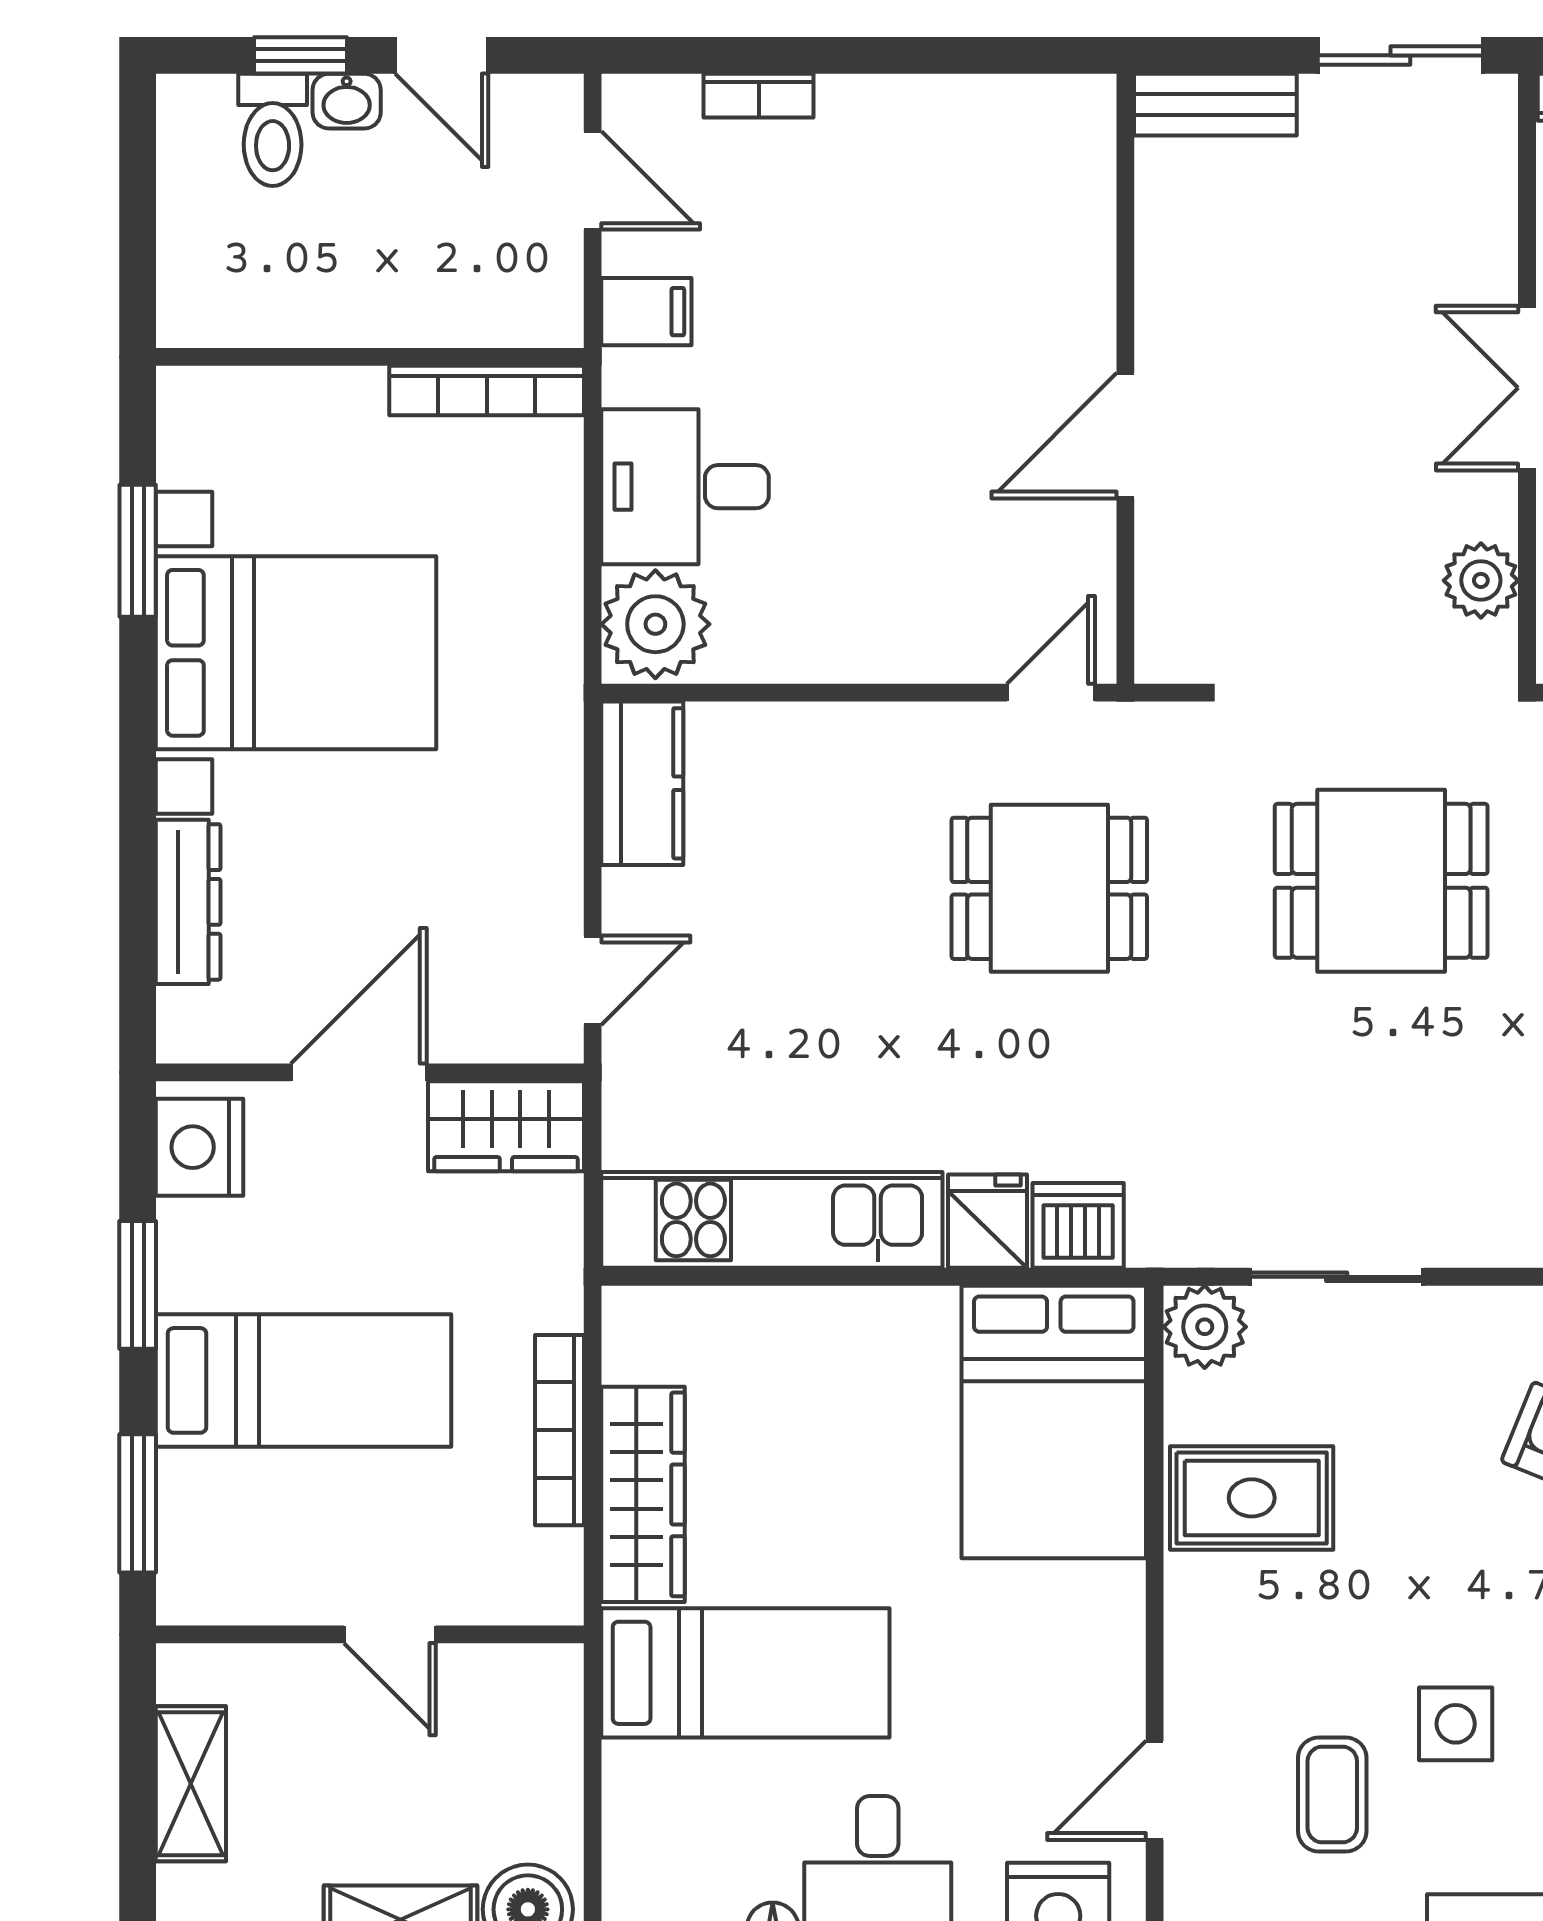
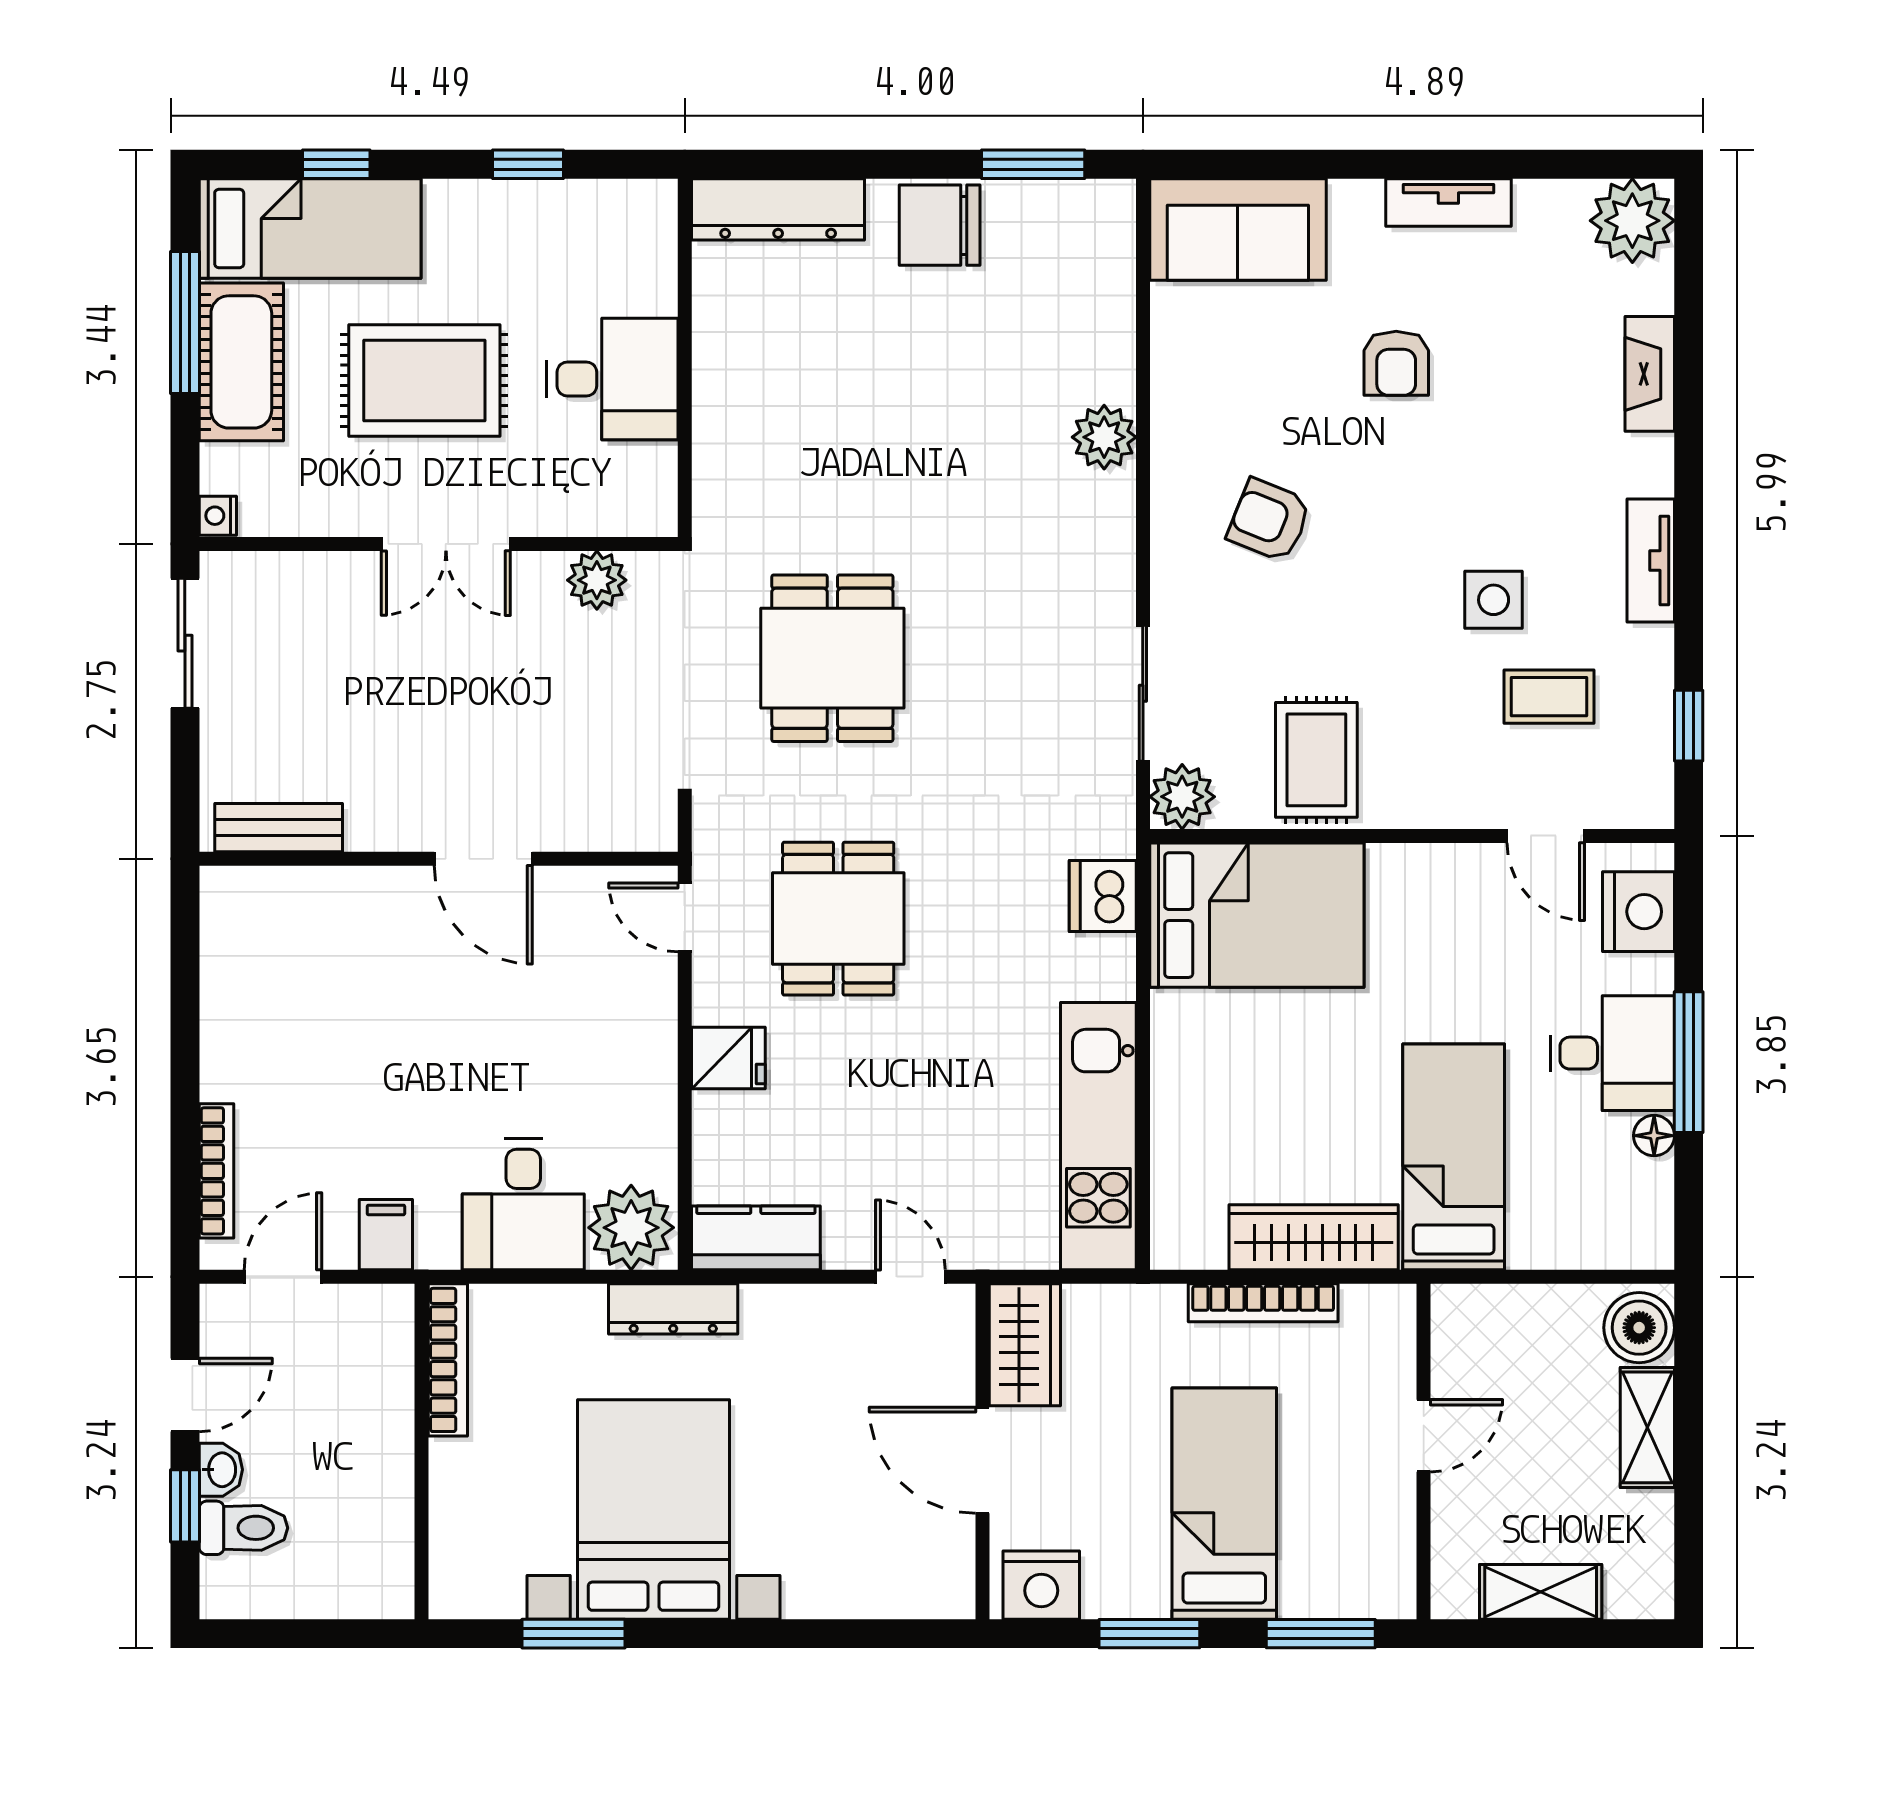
bookcase: (759, 96) -> (216, 1171), width x1.56
bench: (1215, 105) -> (279, 828), moved, turned 90
dresser: (188, 902) -> (673, 1309), moved, turned 180
fridge: (988, 1221) -> (728, 1058), moved, turned 180

